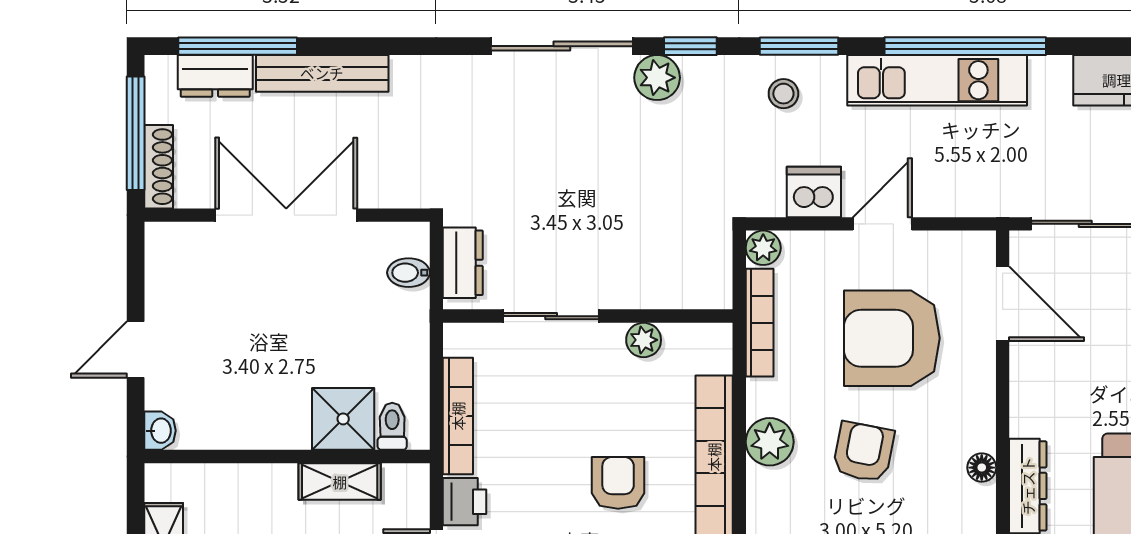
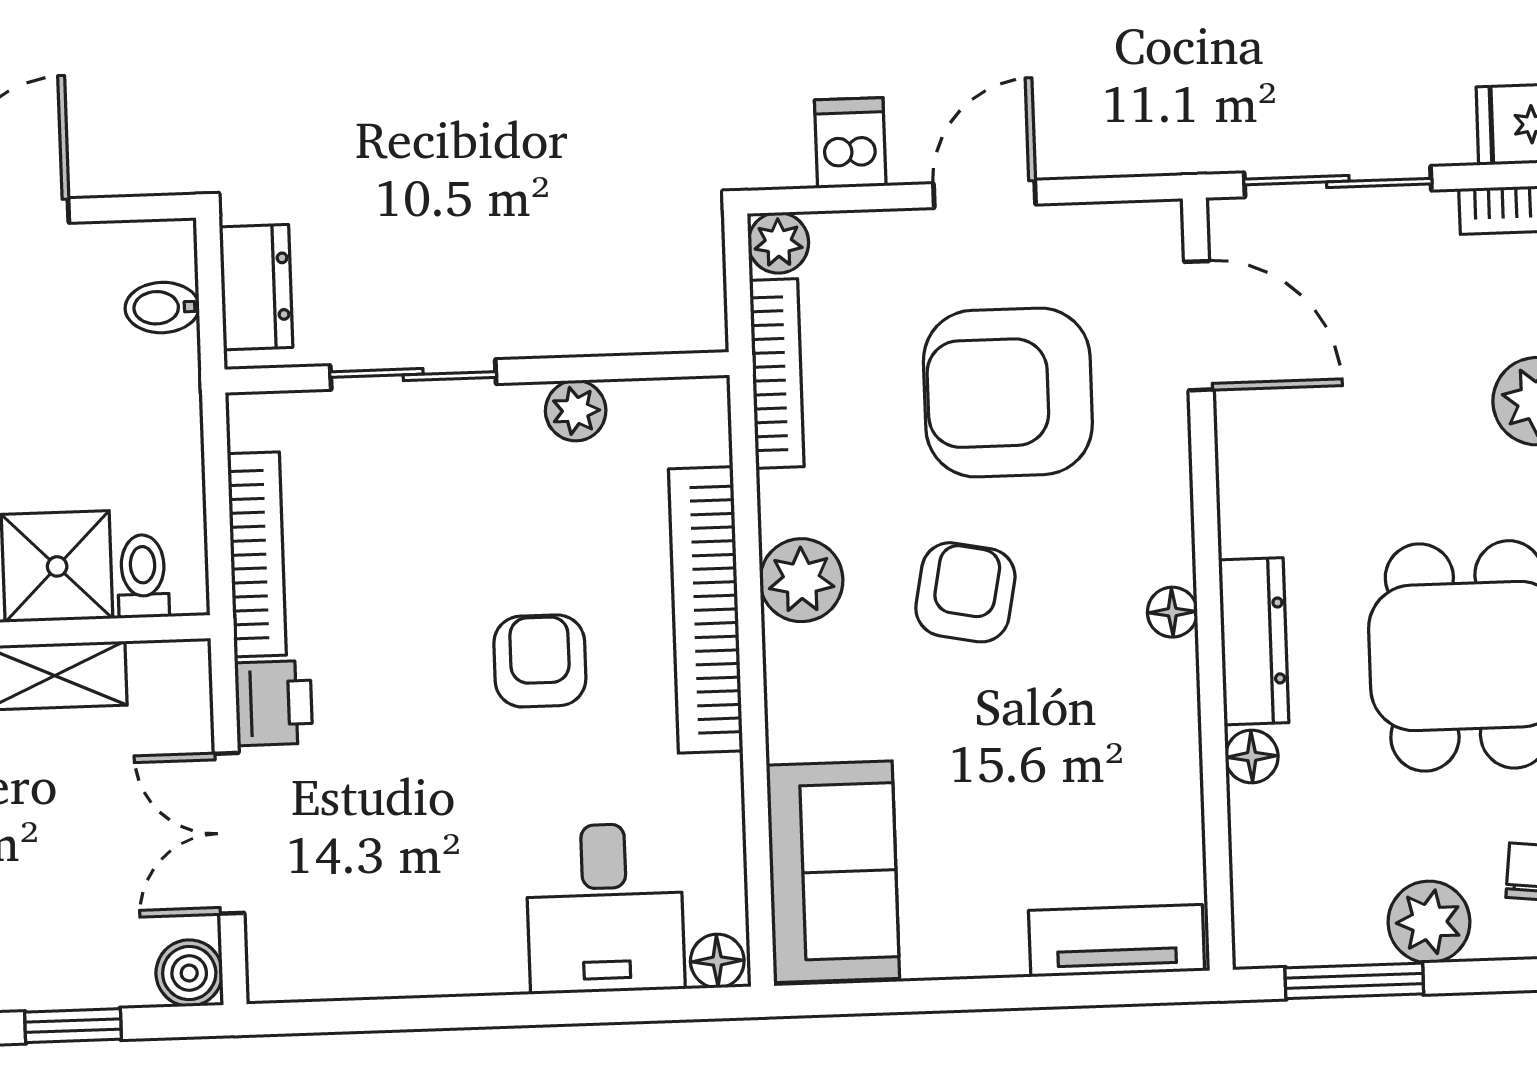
dishwasher: (814, 192) -> (850, 143), width x0.73

